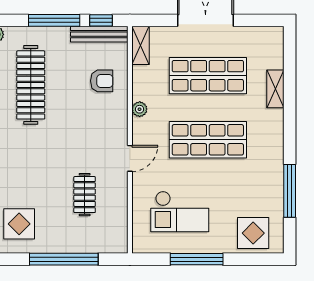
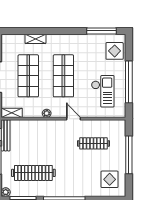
armchair: (102, 81) -> (31, 134), removed
window: (290, 191) -> (101, 31), moved
clothes rail: (85, 195) -> (93, 143), width x1.36
window: (197, 259) -> (129, 82), width x1.46

